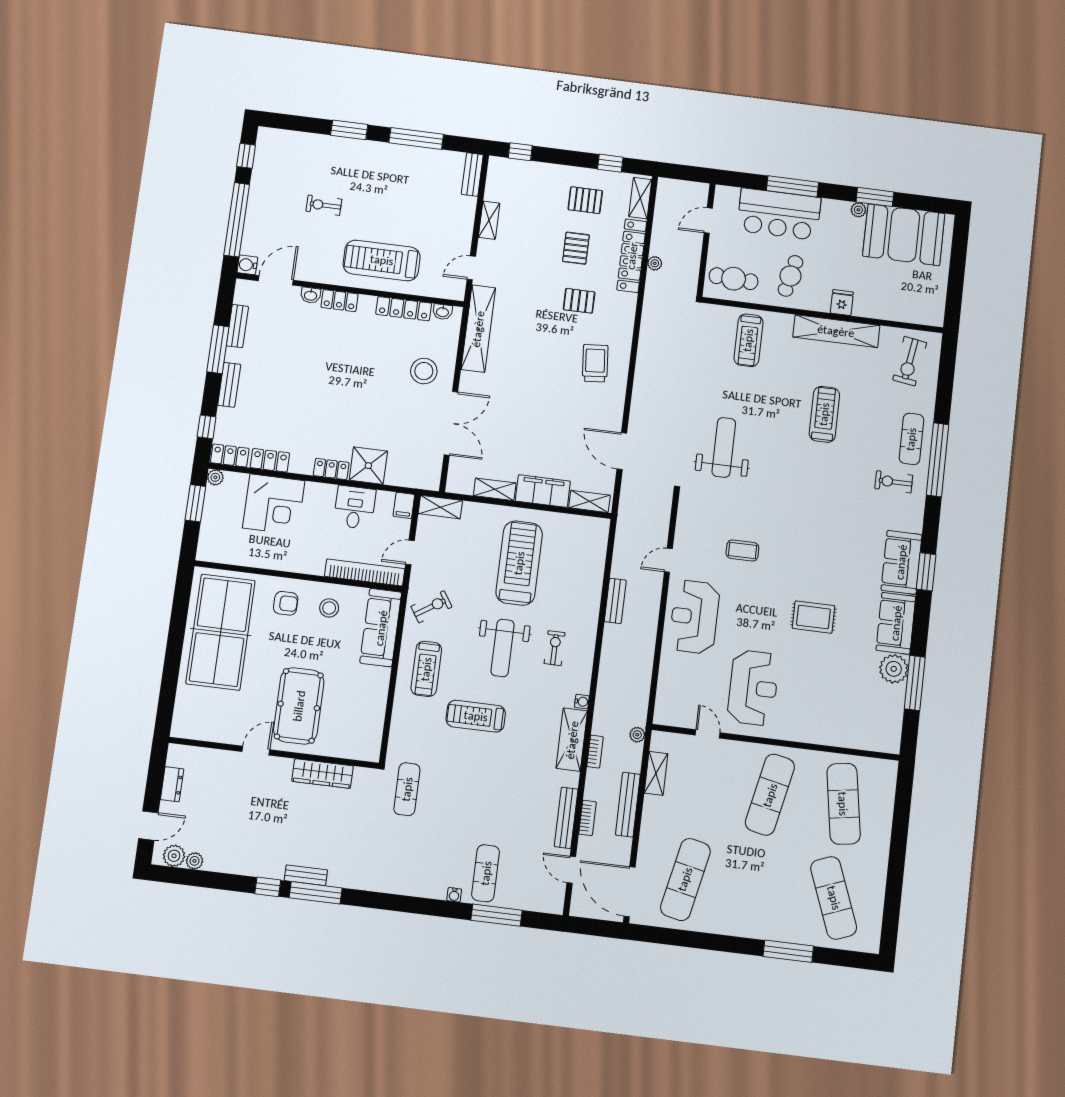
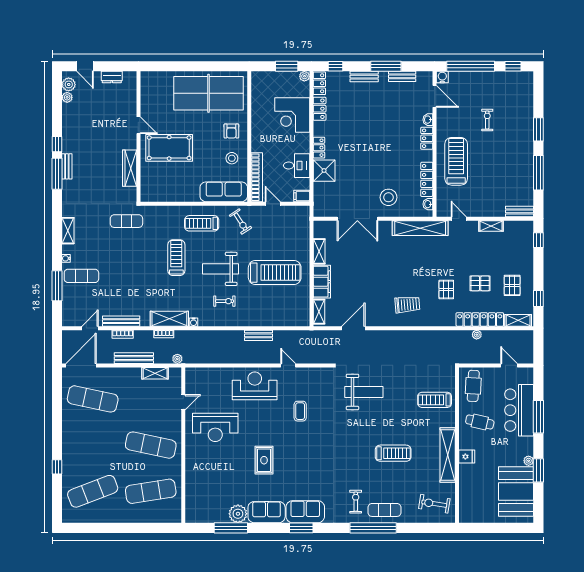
shelving: (440, 507) -> (68, 231), moved
window: (788, 951) -> (57, 467), width x0.46

